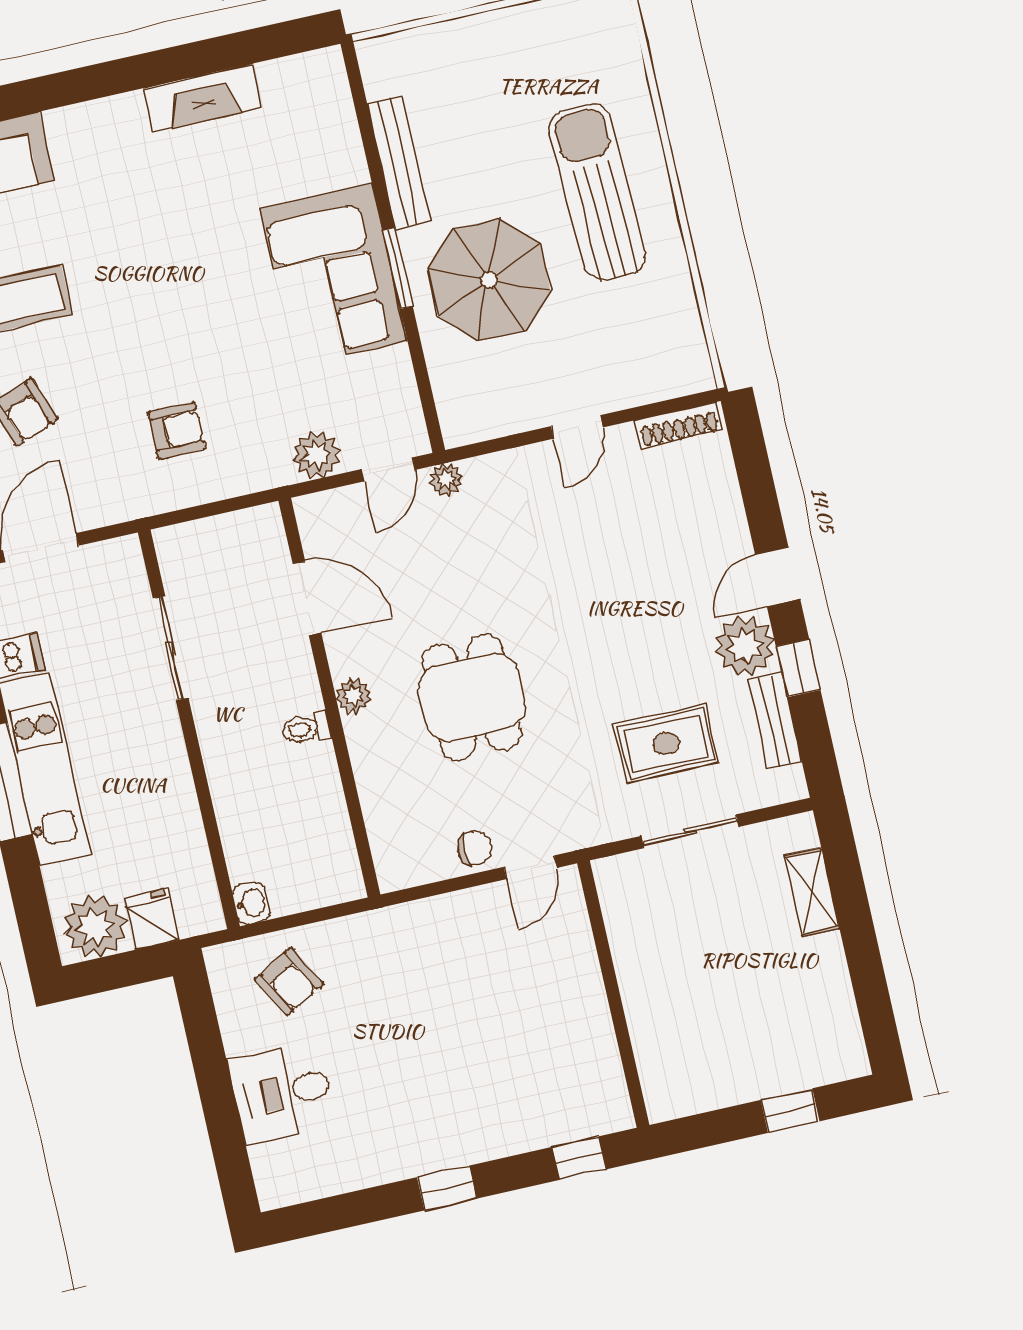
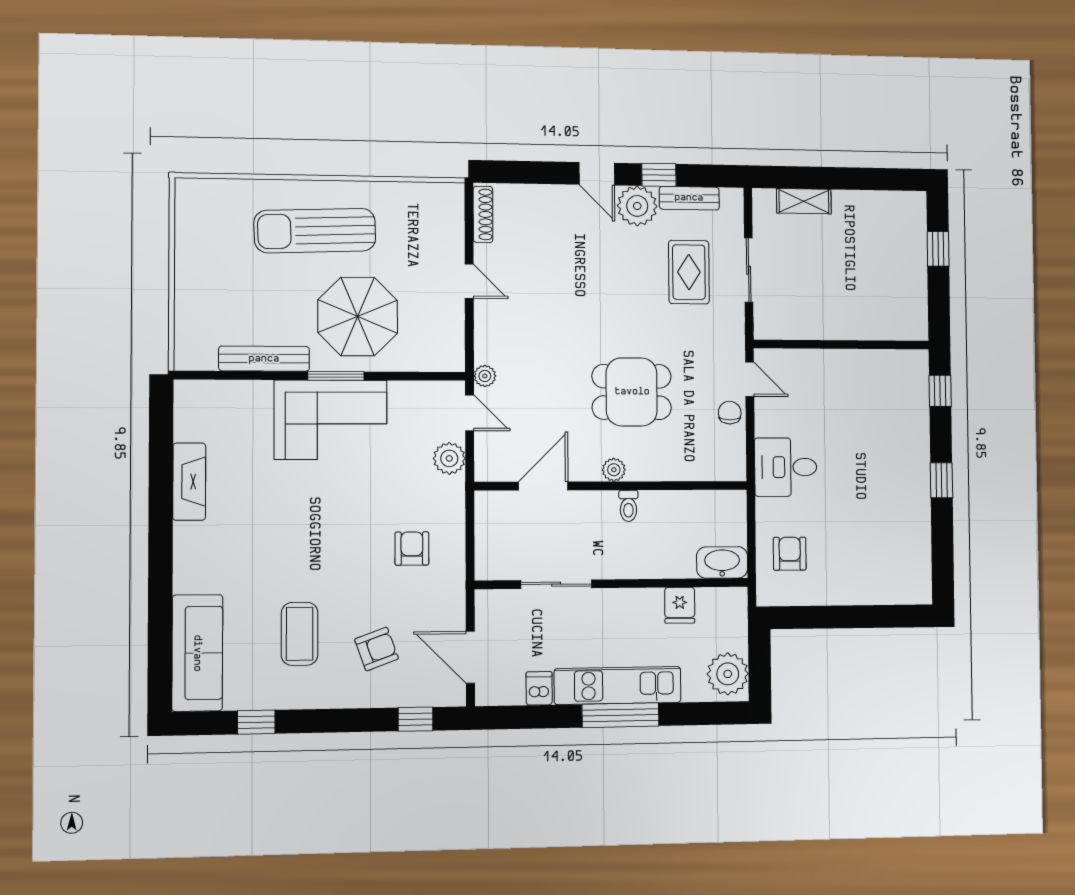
washbasin: (251, 903) -> (722, 562), width x1.91, depth x1.45
fridge: (152, 919) -> (680, 605), moved, turned -90
armchair: (289, 981) -> (790, 554), turned -61
desk: (282, 1093) -> (786, 467), moved, turned 90

